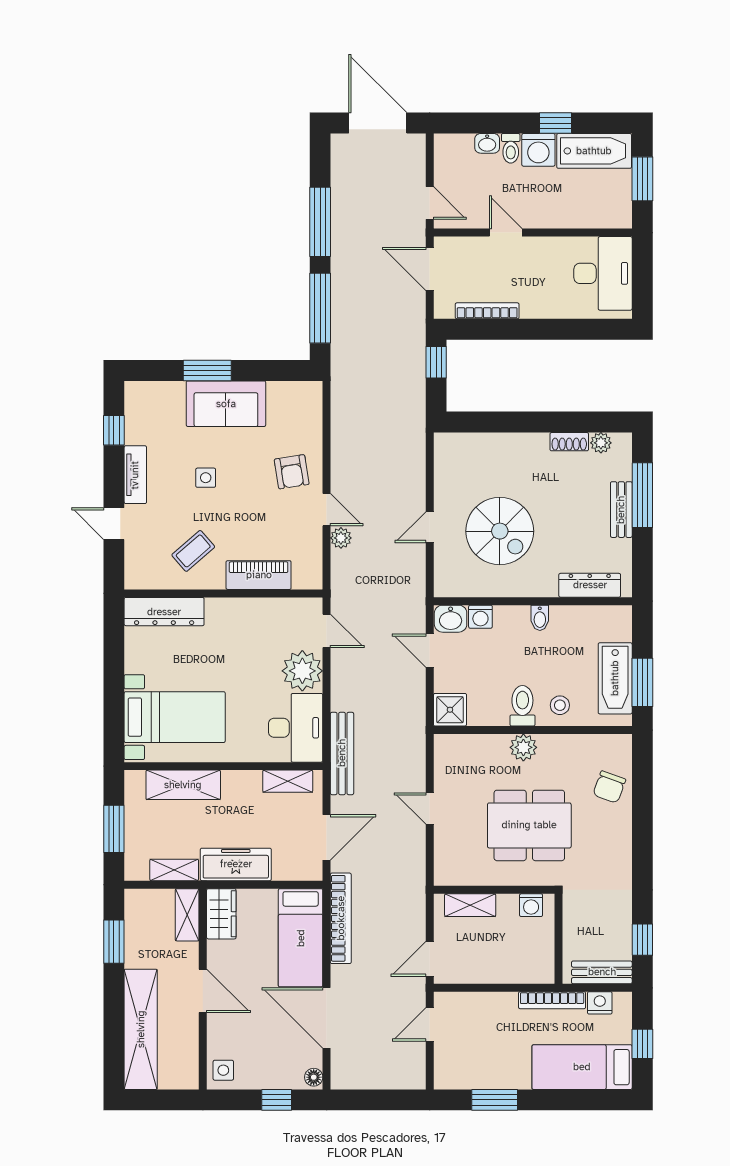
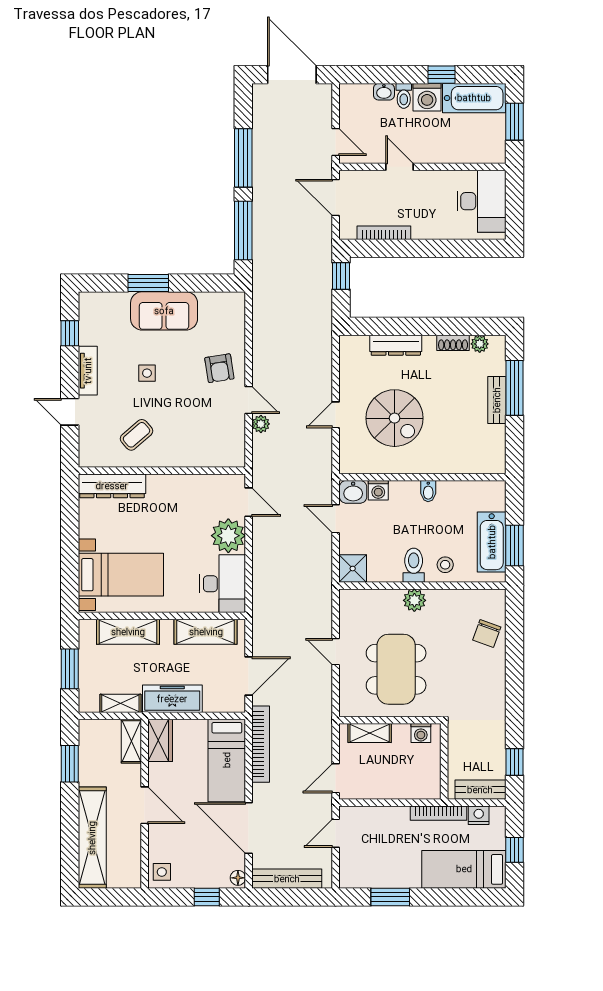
piano: (259, 575) -> (191, 455), removed
dresser: (590, 585) -> (396, 345), moved, turned 180
bench: (342, 753) -> (287, 879), moved, turned 90
shelving: (288, 781) -> (206, 632), width x1.50, depth x1.33
dining table: (529, 825) -> (396, 669), moved, turned 90

